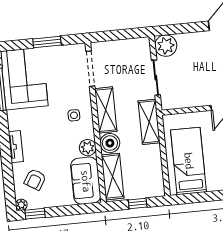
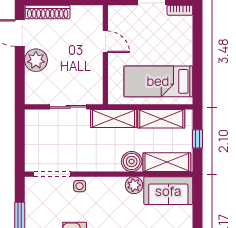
plant: (166, 46) -> (36, 60), moved
shelving: (106, 110) -> (161, 119), moved
side table: (74, 115) -> (80, 186), moved

